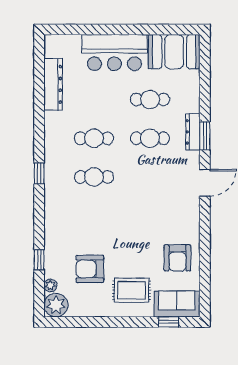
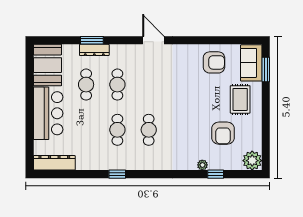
dresser: (53, 84) -> (54, 163), moved
dresser: (193, 132) -> (94, 50), moved
window: (205, 136) -> (92, 40), moved
window: (39, 173) -> (117, 174), moved
plant: (50, 285) -> (202, 165), moved
window: (169, 322) -> (266, 69), width x1.50

